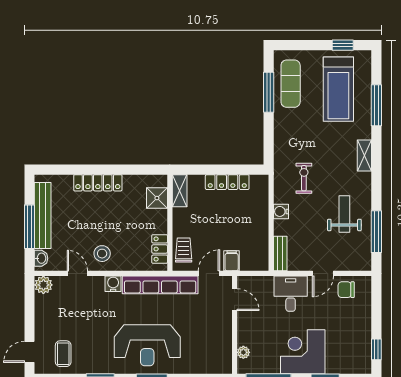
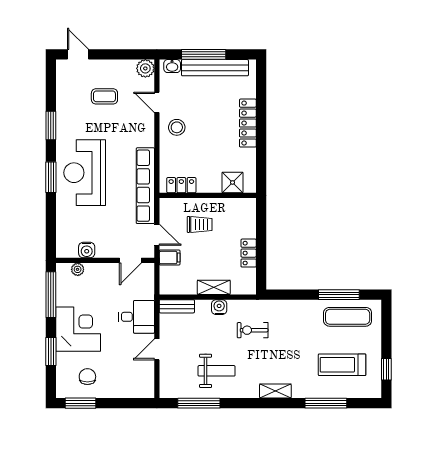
treadmill: (338, 89) -> (342, 365), width x0.73, depth x0.73
exercise bike: (304, 178) -> (253, 330), turned 180
locker: (227, 182) -> (249, 253), width x0.66
shelving: (180, 191) -> (214, 287), moved
trolley: (184, 250) -> (200, 224), moved
door: (77, 273) -> (157, 102), swing flipped
door: (323, 273) -> (157, 349), hinge flipped
water cooler: (113, 284) -> (87, 250), moved, turned 90
chair: (346, 290) -> (87, 377), moved
window: (376, 349) -> (80, 403), width x1.50
coffee table: (63, 354) -> (104, 96), moved

